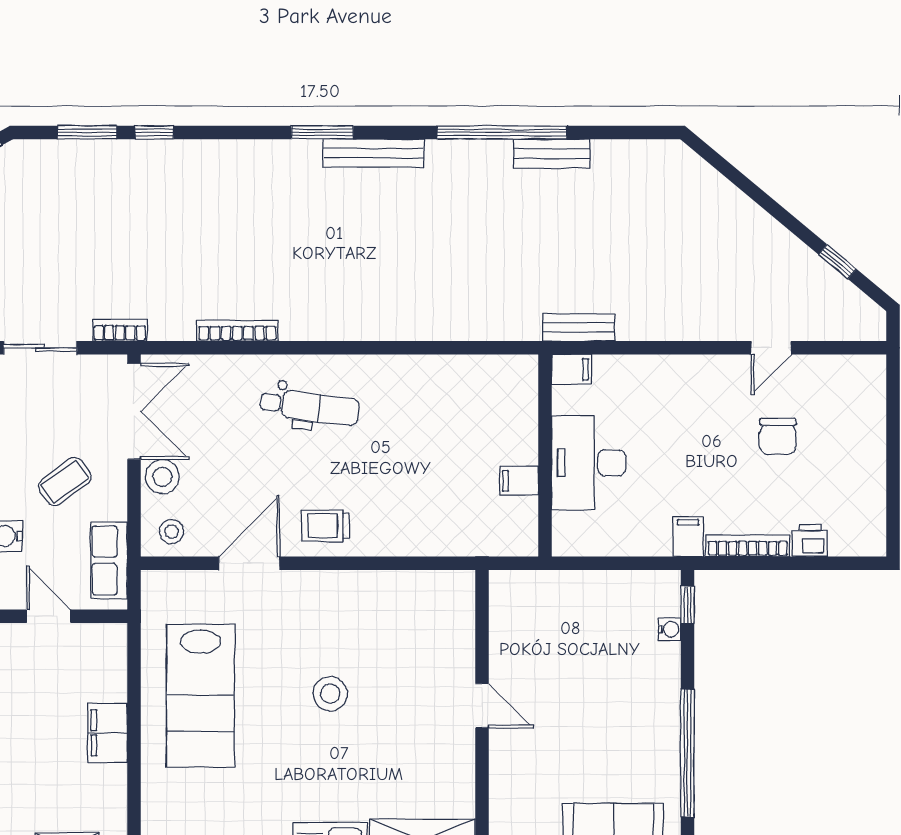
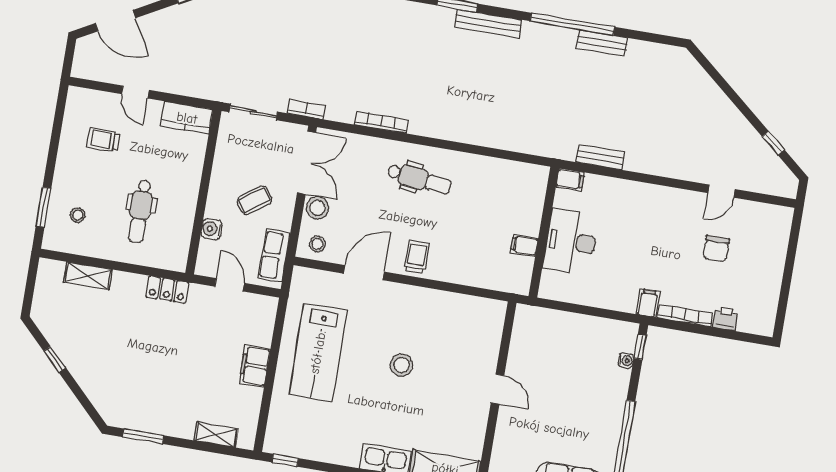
filing cabinet: (571, 369) -> (570, 180), moved
wall: (545, 455) -> (544, 232), moved
desk: (589, 463) -> (571, 242), moved
filing cabinet: (519, 481) -> (524, 245), moved
trolley: (326, 526) -> (417, 257), turned 90

